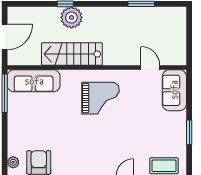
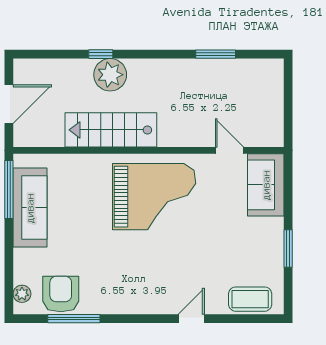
sofa: (34, 81) -> (30, 208), moved, turned -90
grand piano: (101, 98) -> (154, 197), width x1.37, depth x1.48

